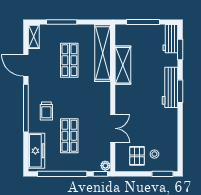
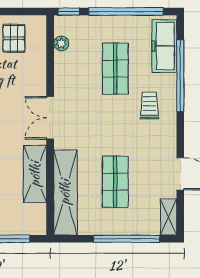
window: (62, 22) -> (127, 239), width x1.46
window: (26, 108) -> (180, 76), moved
double door: (113, 128) -> (50, 118), moved
plant: (105, 166) -> (61, 43), moved

